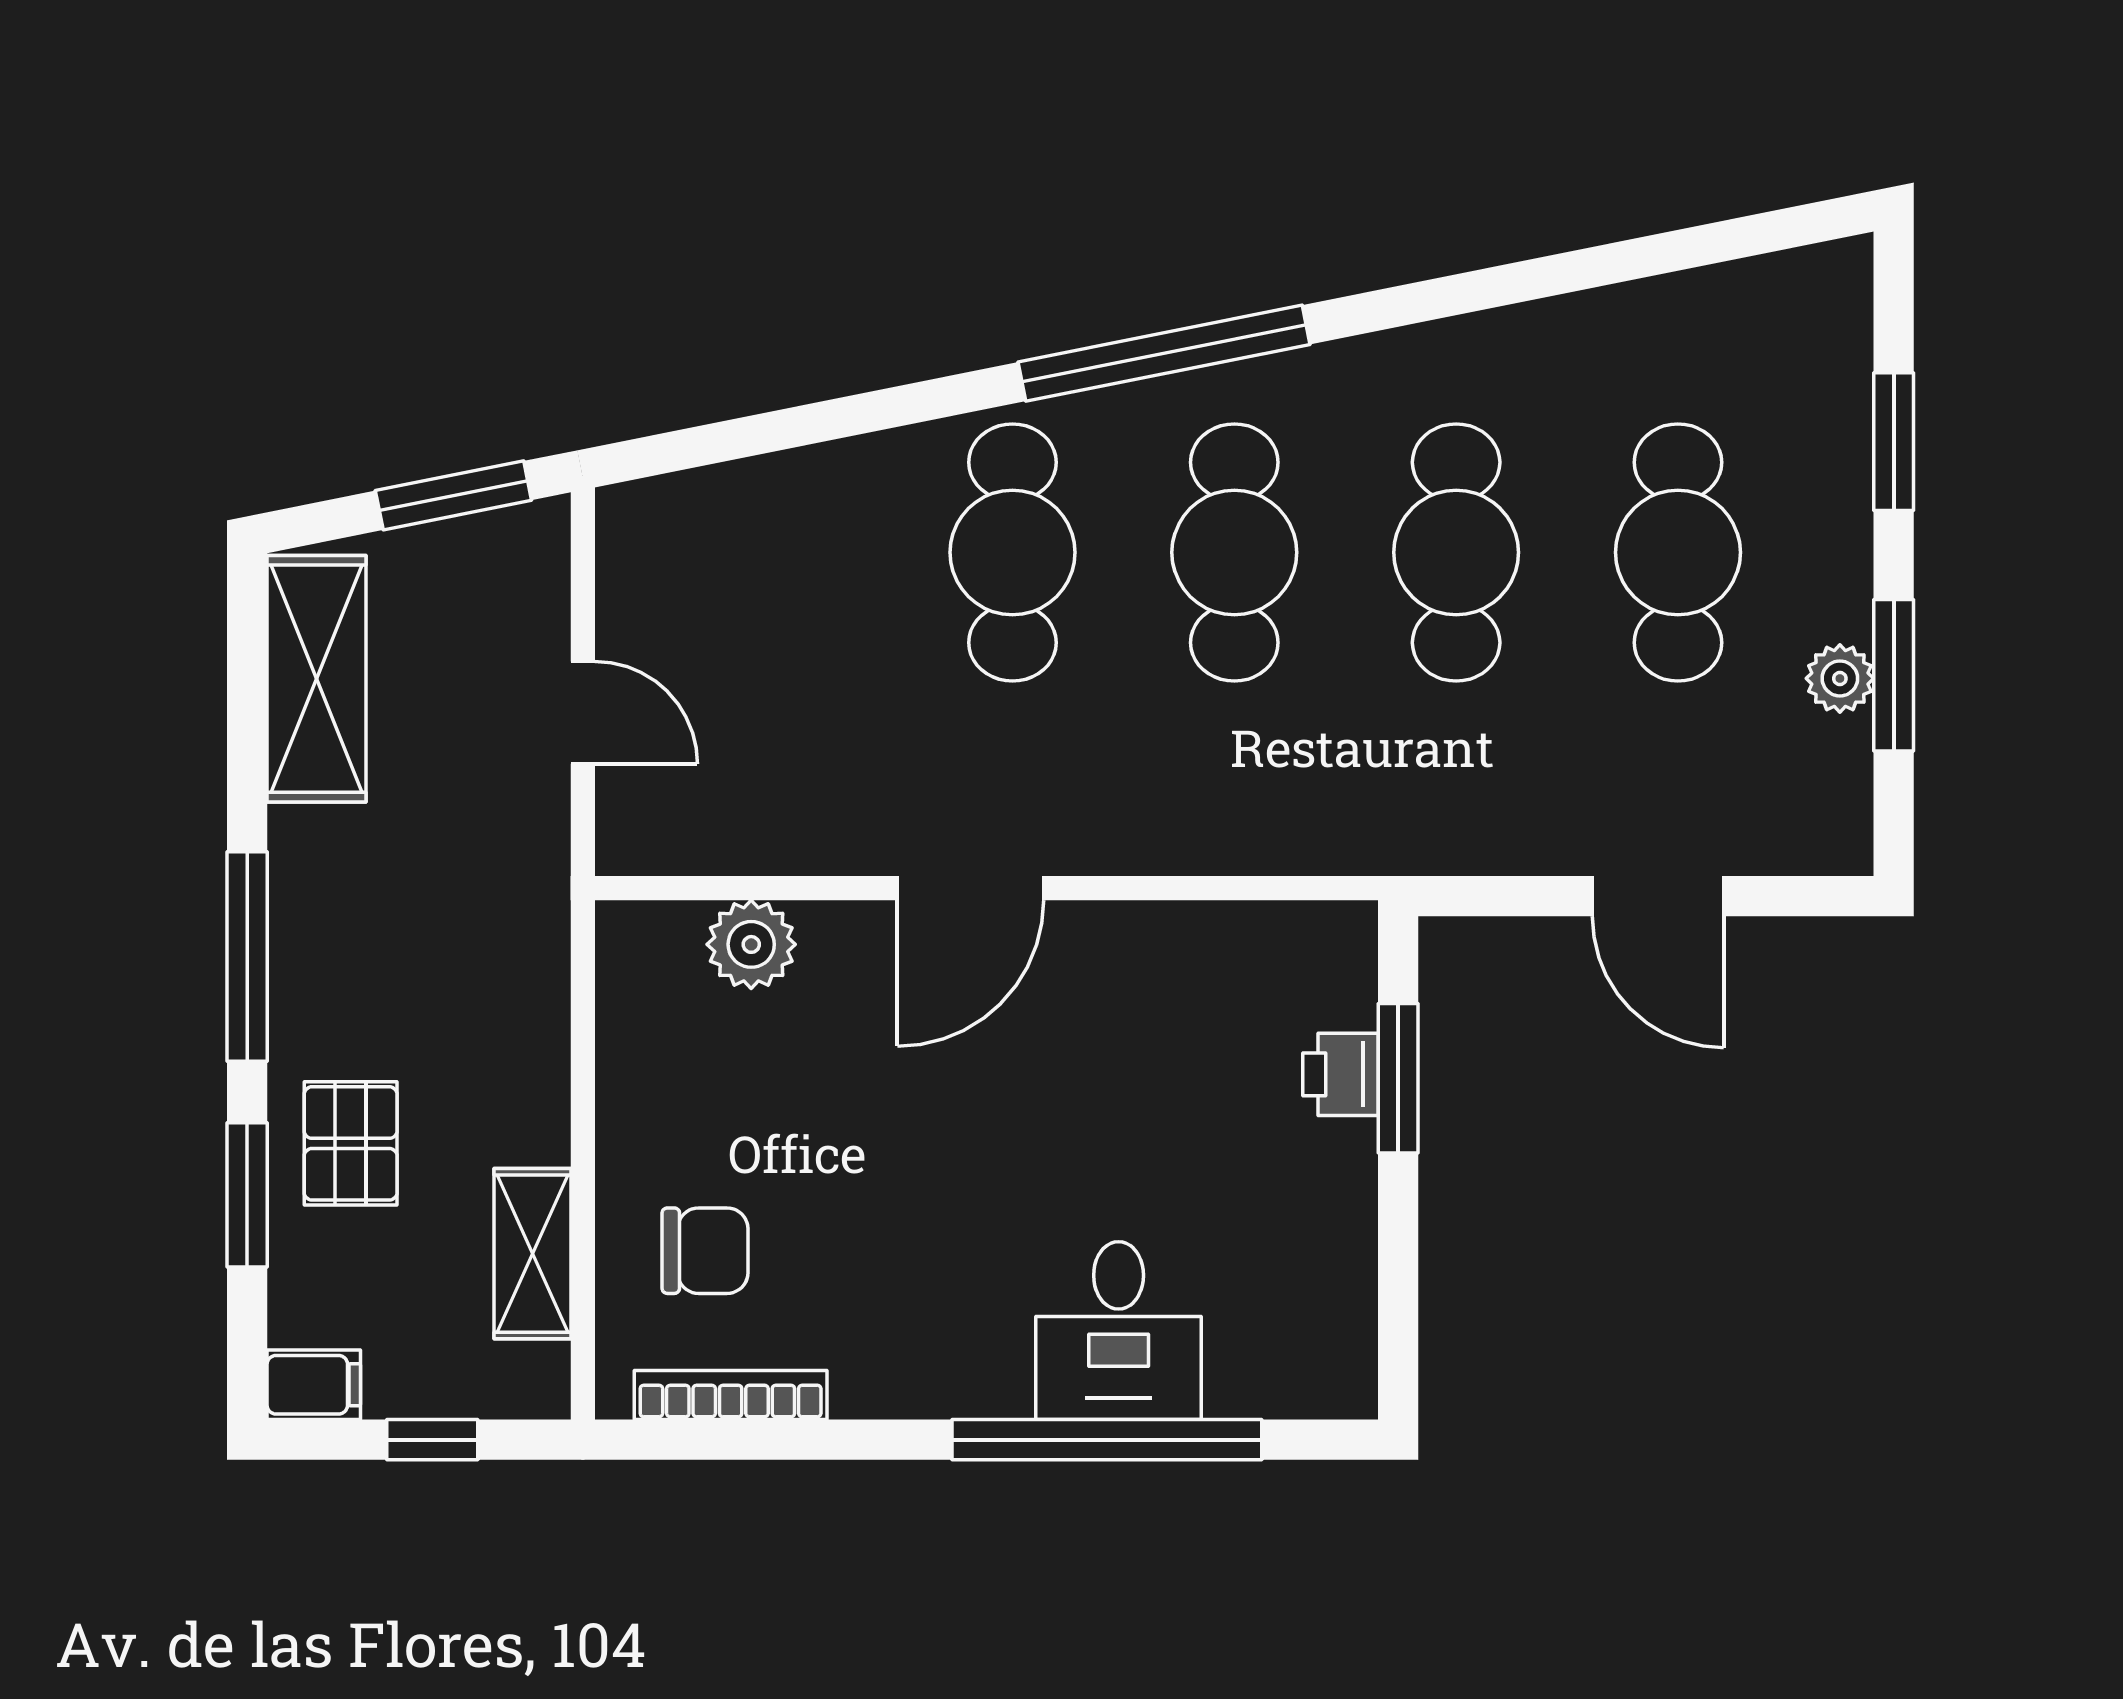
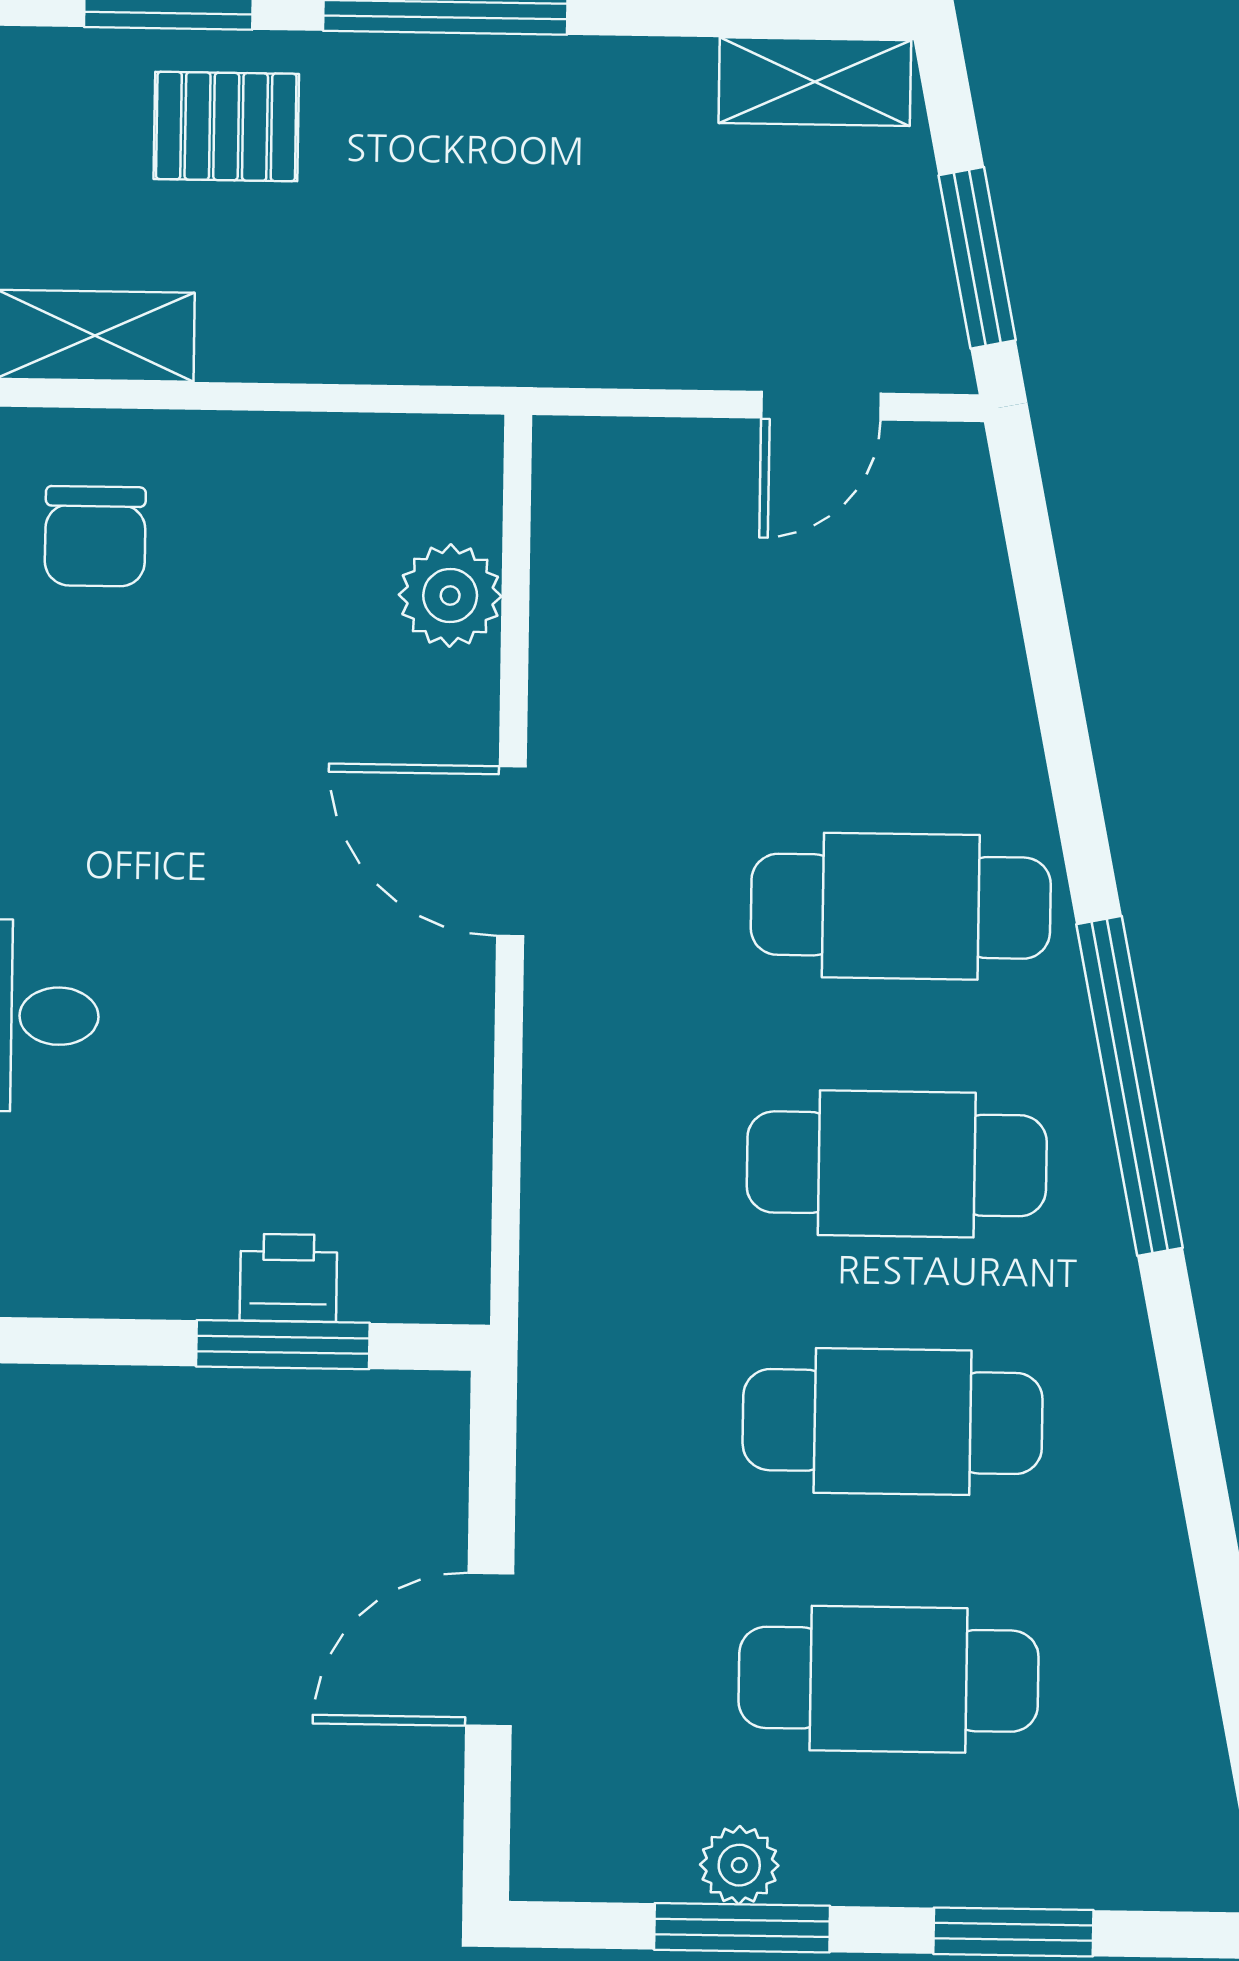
shelving: (317, 679) -> (815, 82), width x0.67, depth x0.75
door: (583, 713) -> (821, 406), moved

